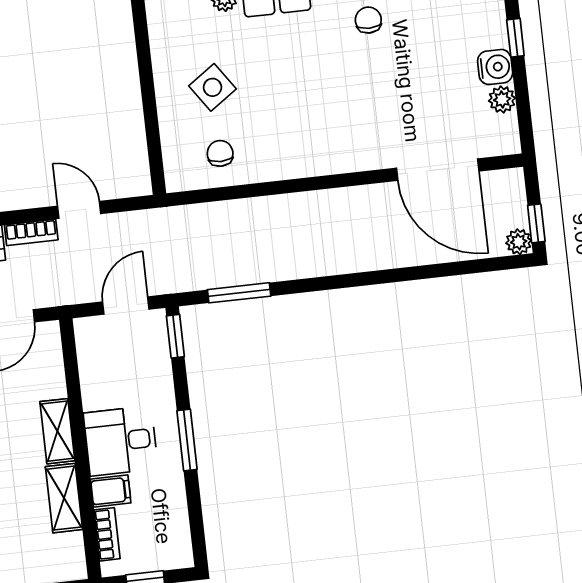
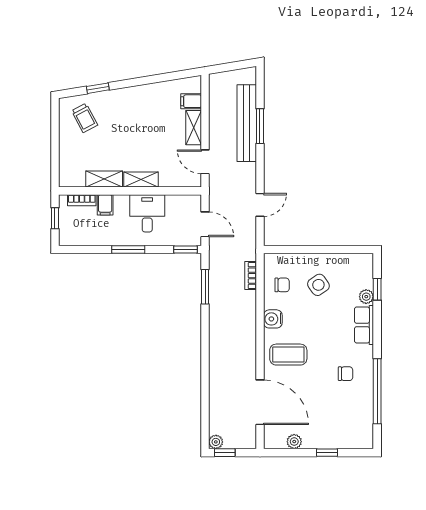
water cooler: (495, 67) -> (273, 319), moved, turned 90
coffee table: (345, 128) -> (288, 355), added
door: (438, 170) -> (260, 402), swing flipped
bookcase: (31, 232) -> (251, 276), moved
desk: (121, 441) -> (147, 213), moved

